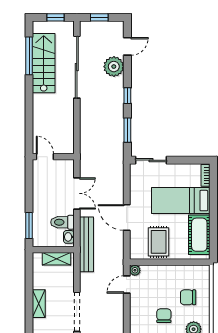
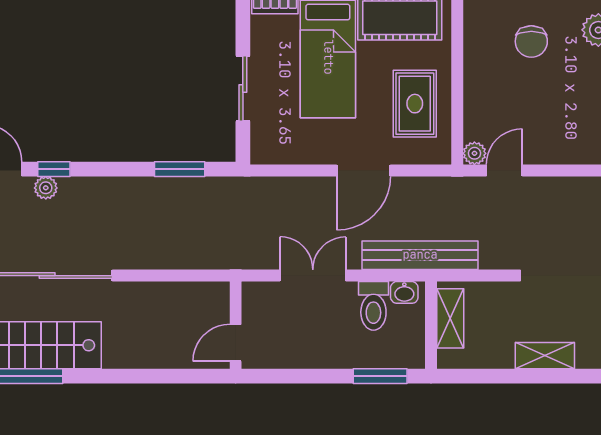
plant: (114, 67) -> (46, 188), width x0.53, depth x0.53
window: (127, 96) -> (54, 169), moved
sliding door: (151, 160) -> (243, 89), moved
rug: (159, 242) -> (415, 104), turned 90
door: (127, 284) -> (504, 171), swing flipped
chair: (164, 316) -> (570, 92), removed

